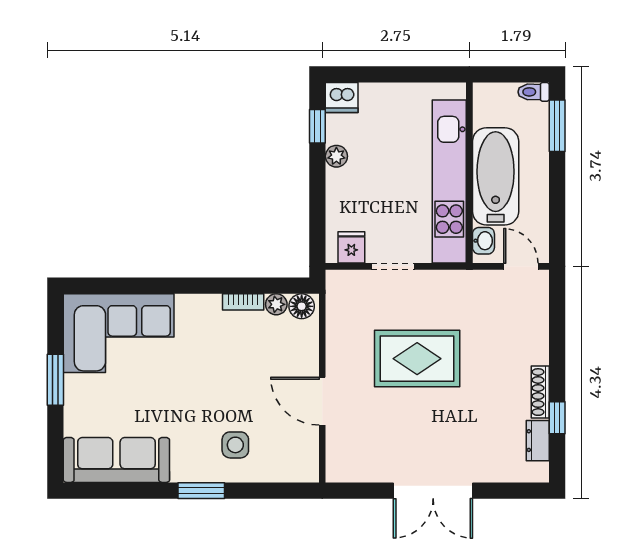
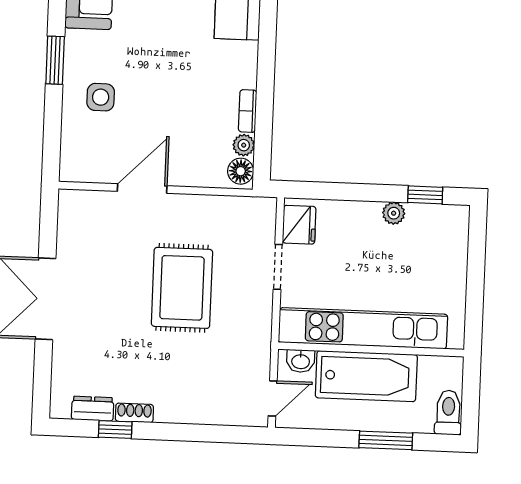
toilet: (534, 92) -> (448, 413), width x1.37, depth x1.39
dishwasher: (342, 98) -> (454, 221), removed
window: (557, 126) -> (386, 440), moved
fridge: (351, 247) -> (299, 225), width x1.38
shoe rack: (540, 392) -> (134, 413), width x0.70

